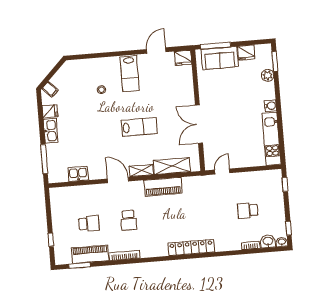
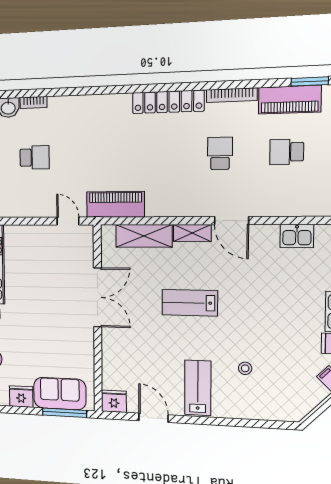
door: (156, 51) -> (153, 418), swing flipped
door: (222, 171) -> (68, 221), swing flipped
piano: (163, 187) -> (115, 204), moved
locker: (191, 247) -> (168, 102), moved

